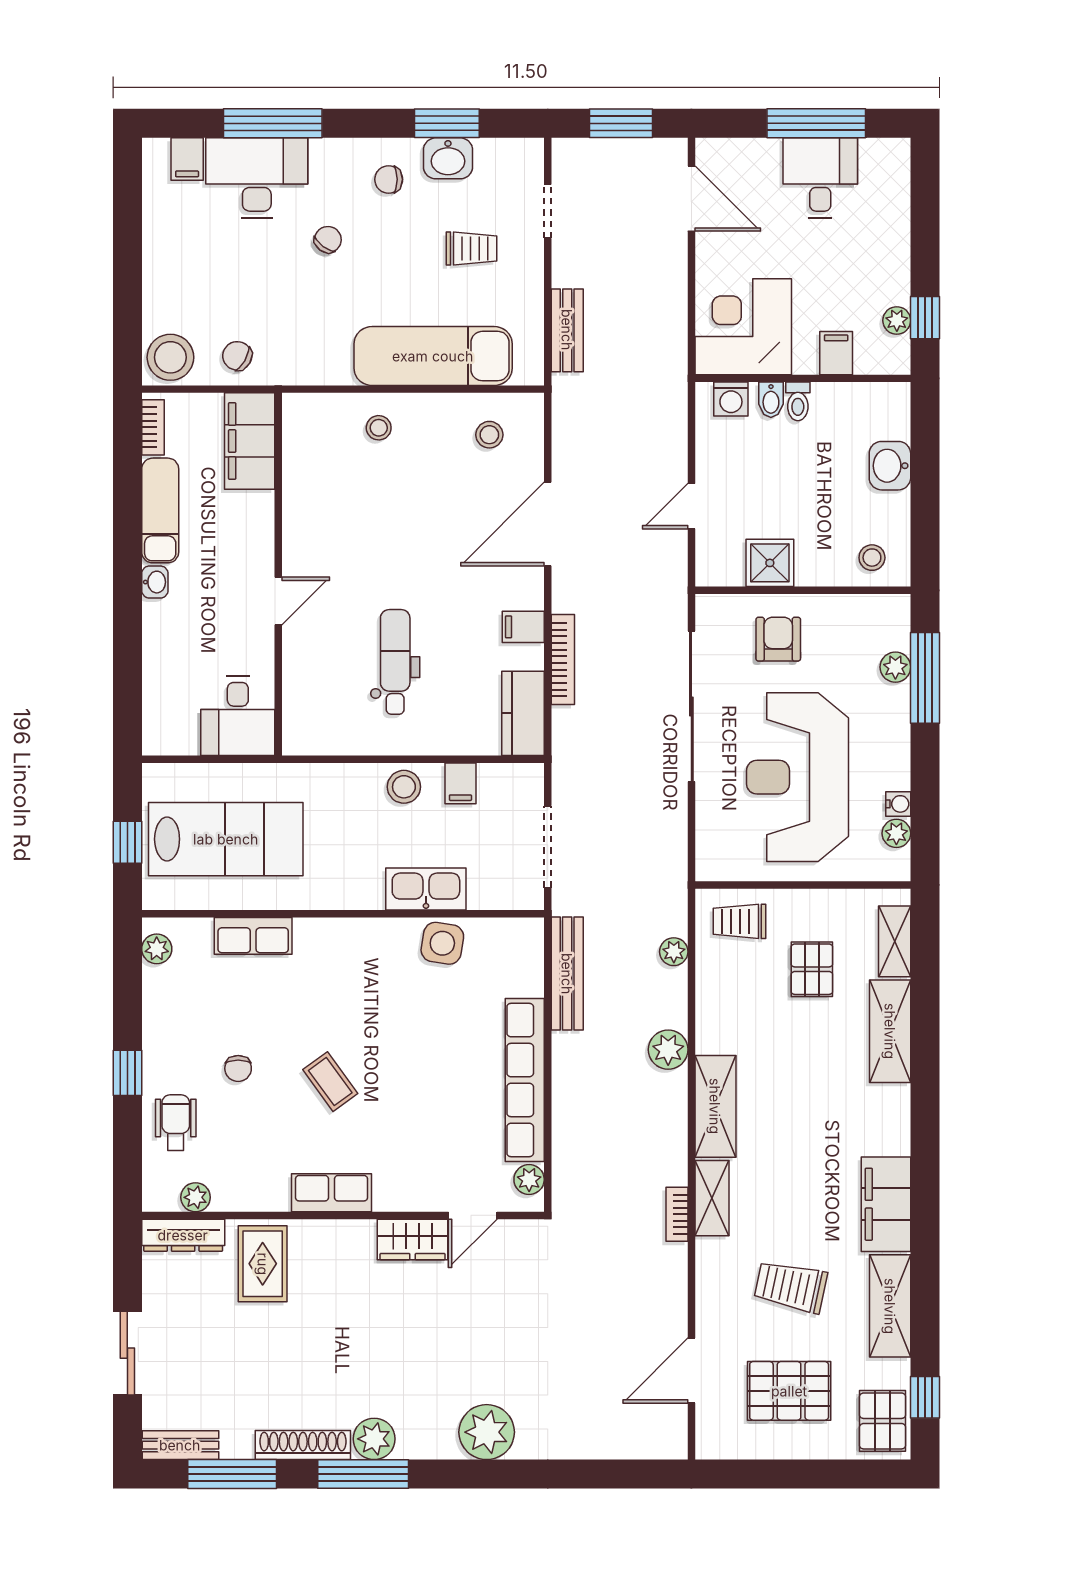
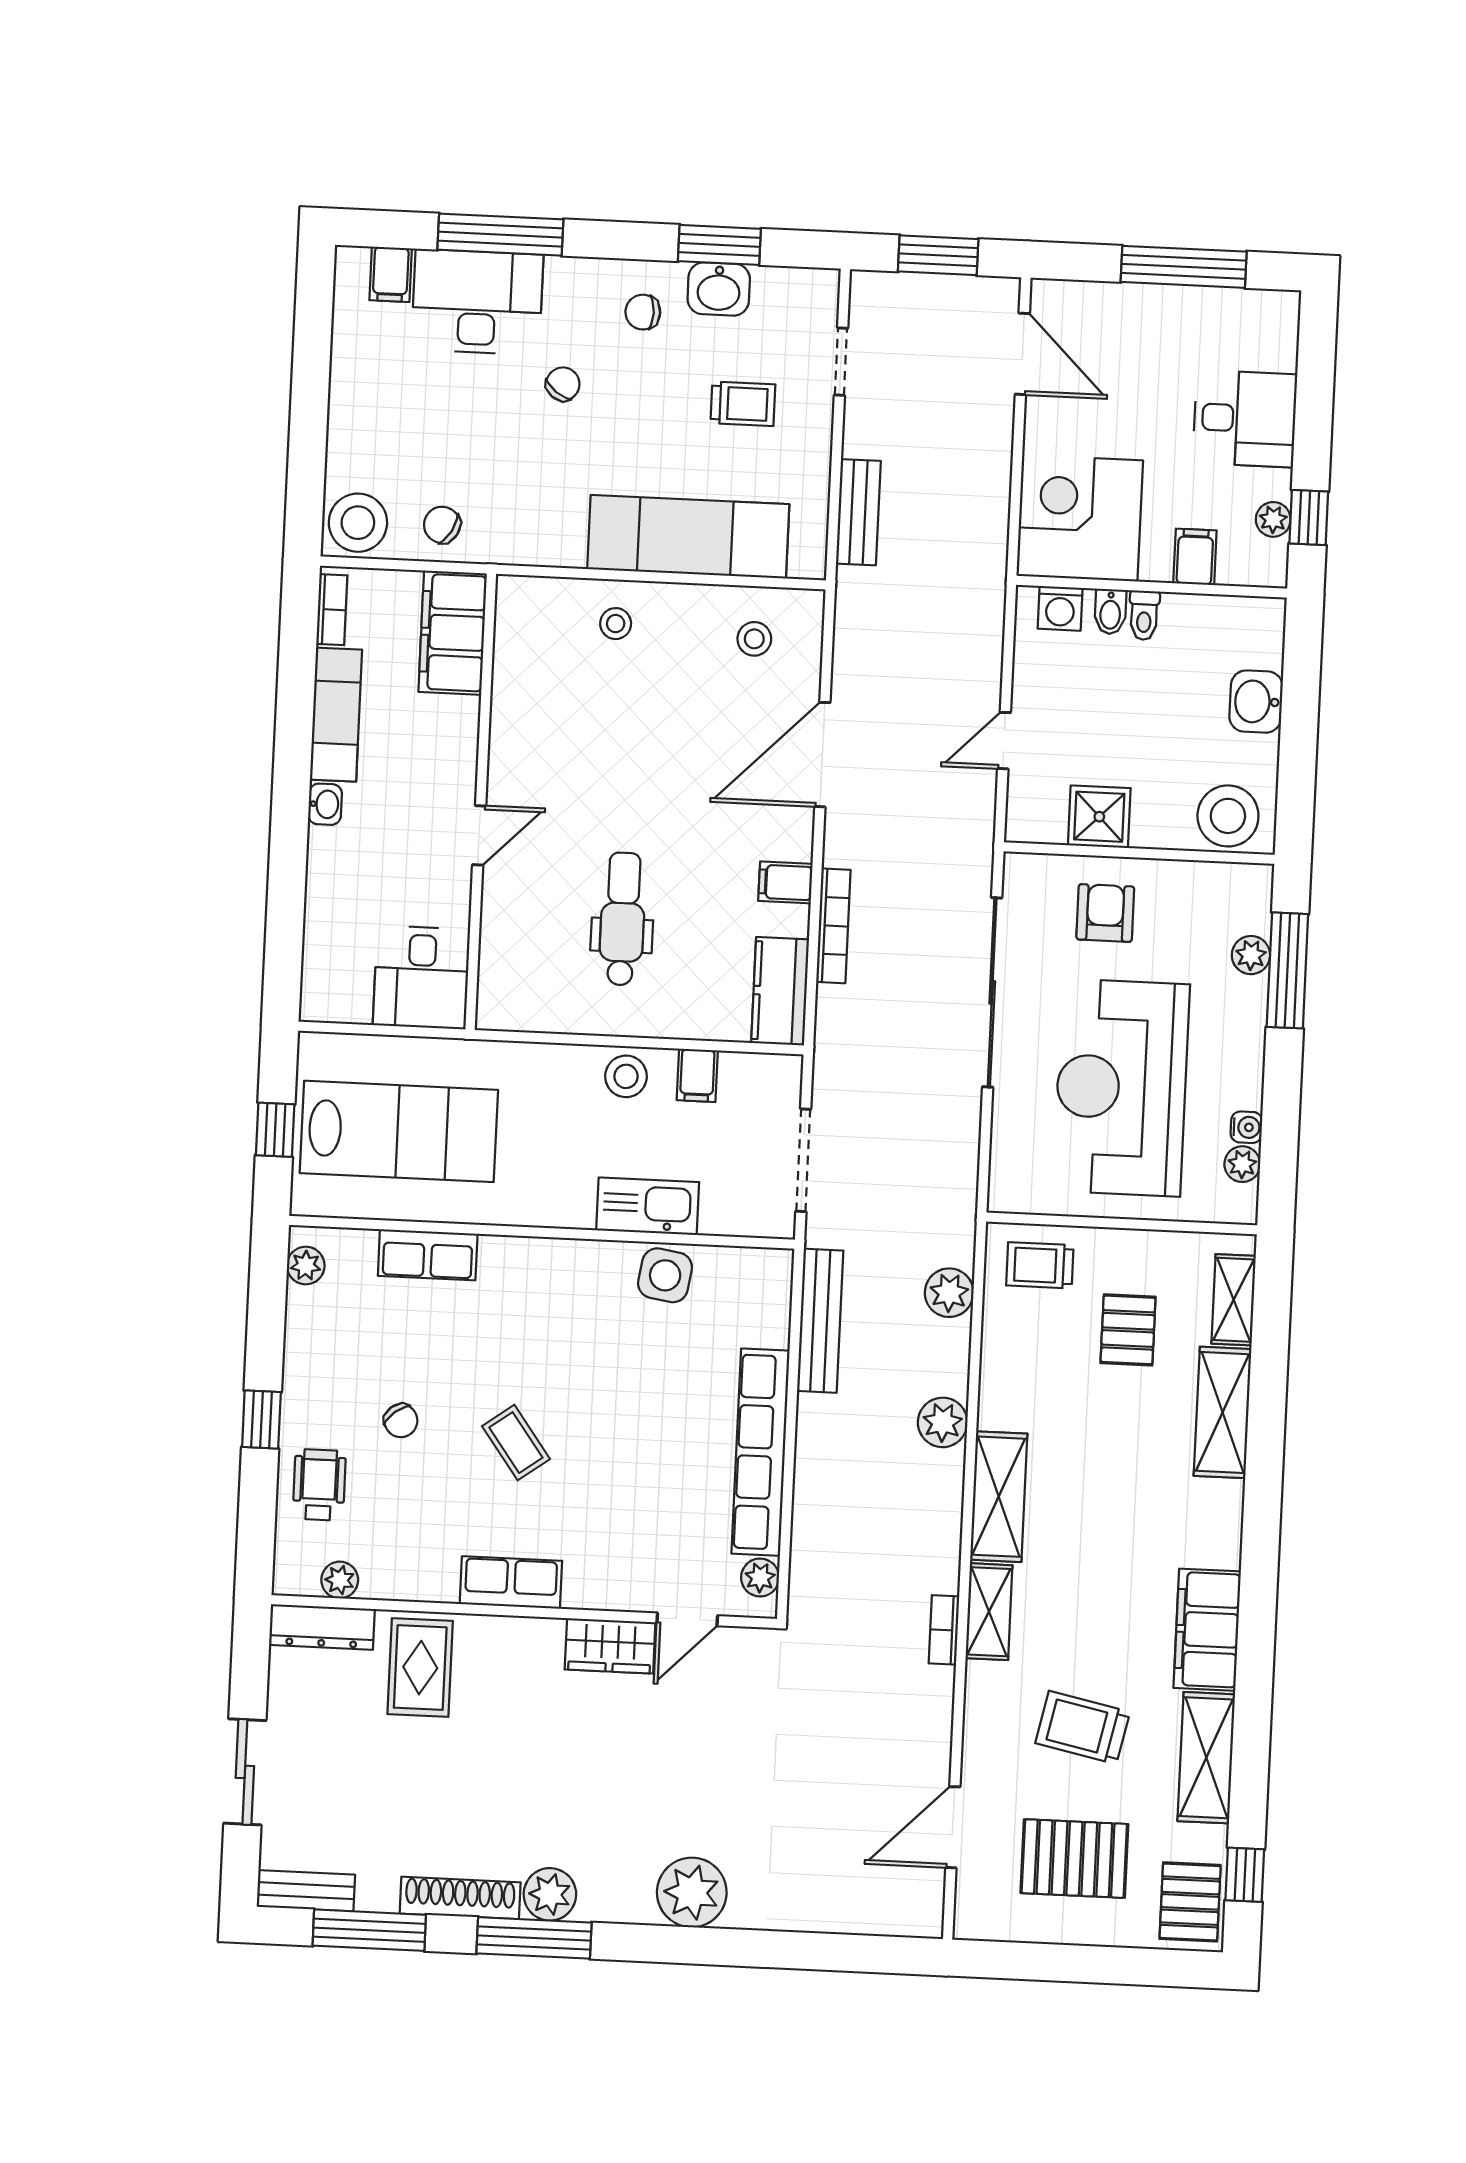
desk: (820, 178) -> (1245, 419), moved, turned 90
stool: (872, 558) -> (1228, 816), width x1.89, depth x1.89
plant: (674, 952) -> (949, 1293), width x1.38, depth x1.38
chair: (238, 1068) -> (401, 1421), turned -38

